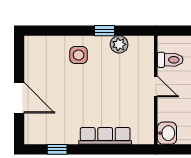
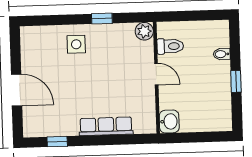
plant: (119, 44) -> (144, 31), moved

